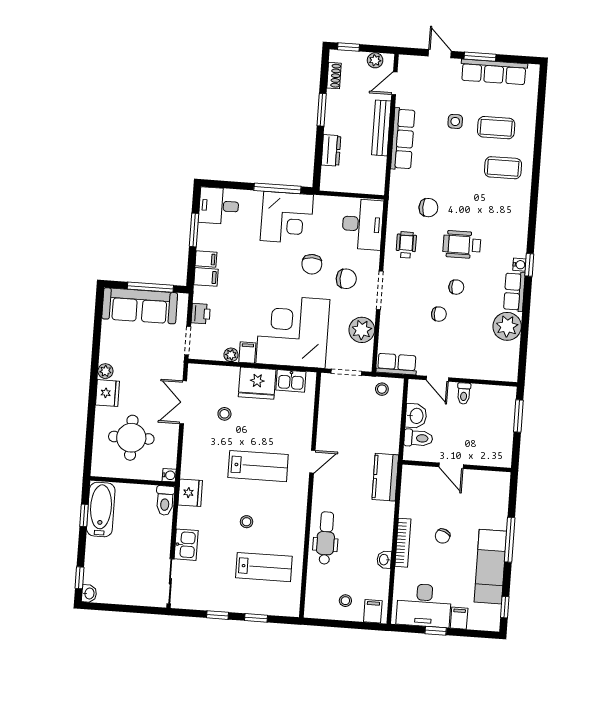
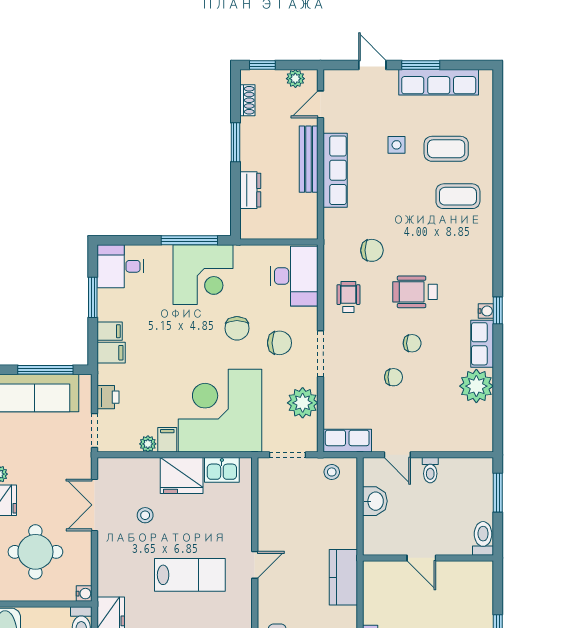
toilet: (418, 438) -> (483, 538), moved, turned -90

